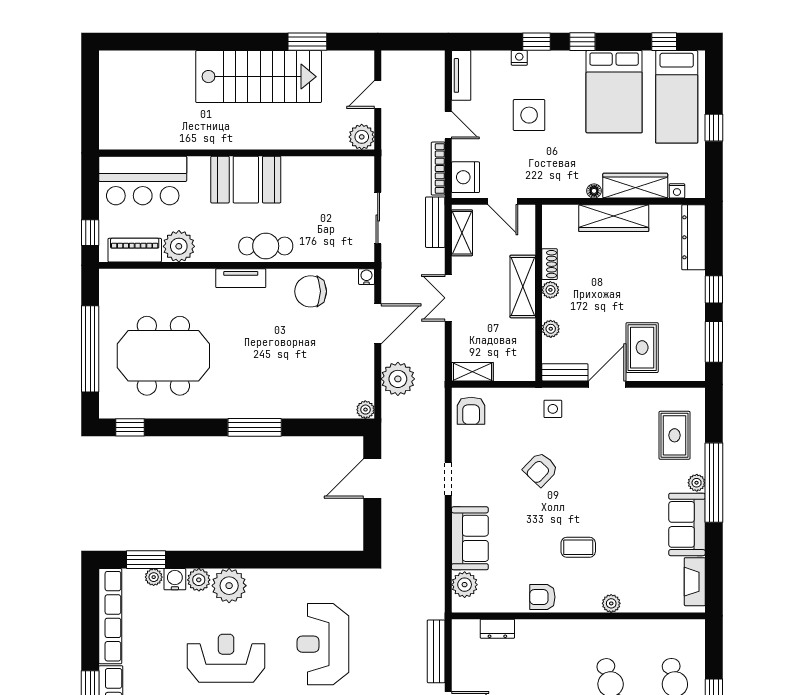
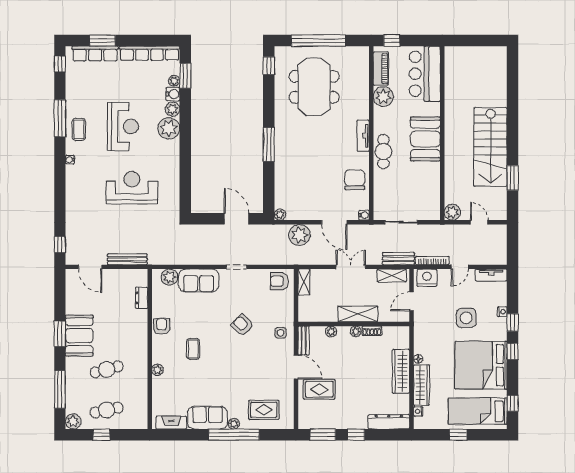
bed: (614, 92) -> (481, 365), width x1.36

